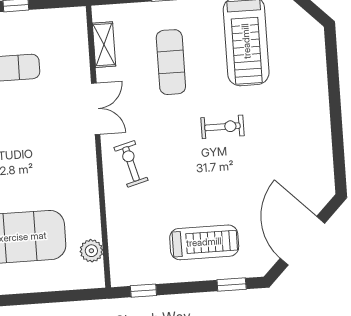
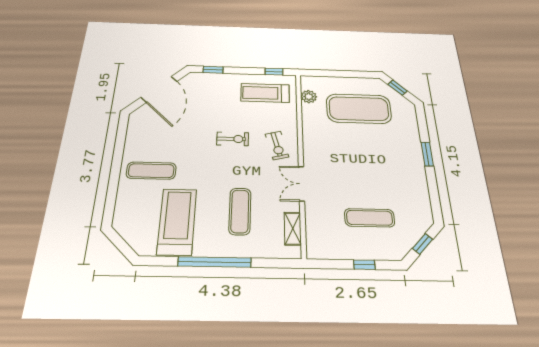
exercise mat: (290, 109) -> (151, 171), added
exercise bike: (222, 127) -> (233, 139), moved, turned 180
treadmill: (204, 242) -> (265, 93), moved

